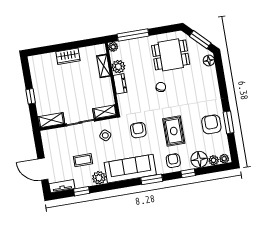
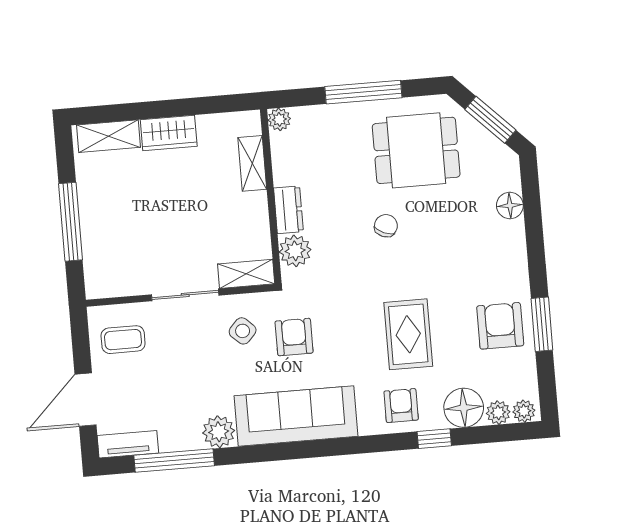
window: (133, 35) -> (363, 92), moved
floor lamp: (209, 60) -> (510, 206), moved
plant: (118, 67) -> (295, 251), moved
window: (31, 96) -> (71, 222), width x2.17
shelving: (51, 120) -> (108, 136), moved
armchair: (138, 130) -> (294, 337), moved
coffee table: (83, 160) -> (123, 340), moved
door: (43, 169) -> (86, 400), hinge flipped
window: (152, 179) -> (345, 446), removed
window: (82, 191) -> (174, 461), width x2.17

